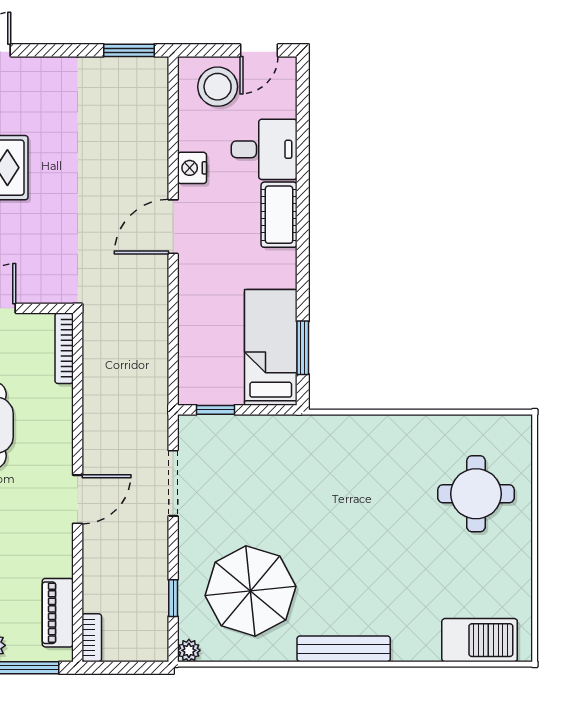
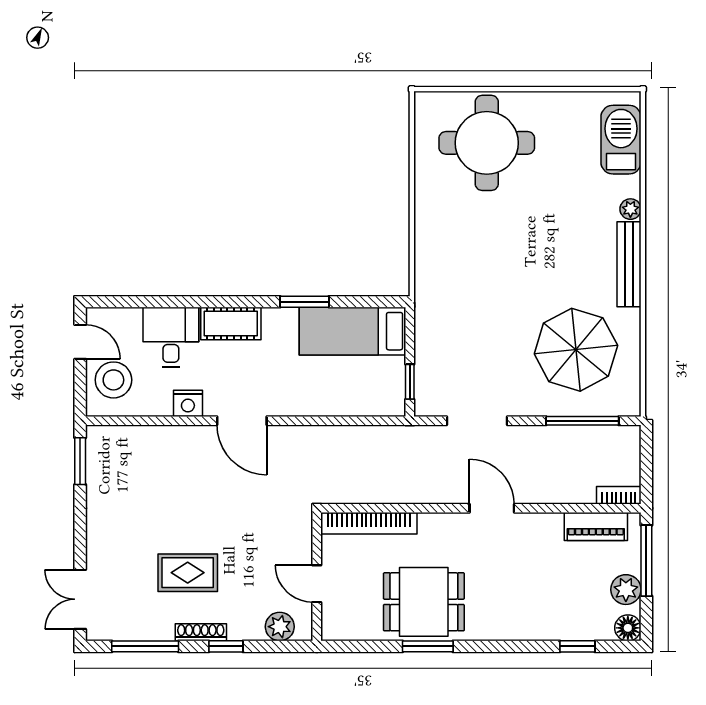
bookcase: (64, 348) -> (369, 523), width x1.48, depth x1.31
window: (303, 348) -> (305, 302), moved
round table: (476, 494) -> (487, 143), width x1.36, depth x1.36
window: (173, 598) -> (582, 421), width x2.17
plant: (189, 650) -> (630, 209), moved

